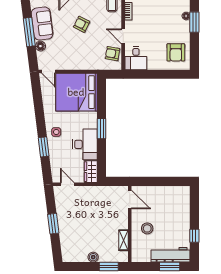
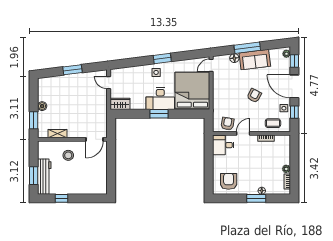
armchair: (176, 52) -> (229, 181), turned 90
desk: (85, 144) -> (160, 99), moved
window: (44, 147) -> (162, 58), moved
door: (67, 184) -> (109, 83), swing flipped

